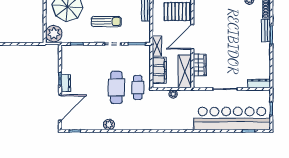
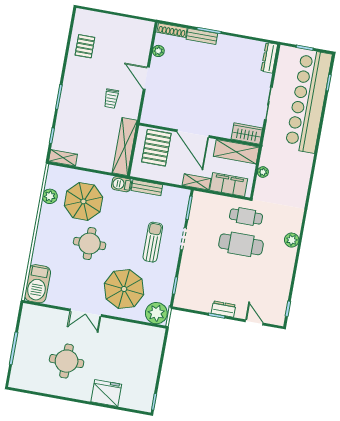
wardrobe: (200, 65) -> (247, 134), moved
door: (60, 108) -> (254, 322), width x0.53
plant: (109, 125) -> (292, 240), moved

